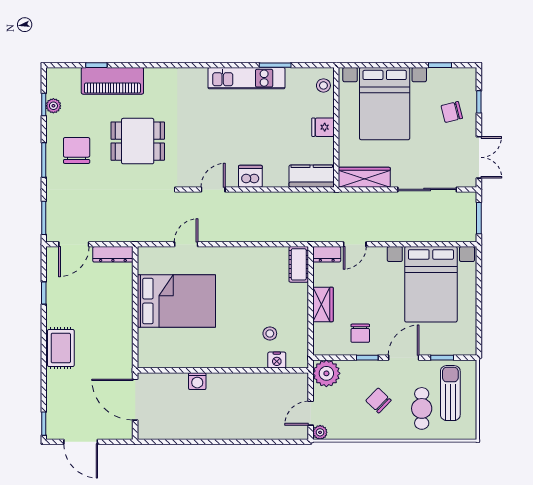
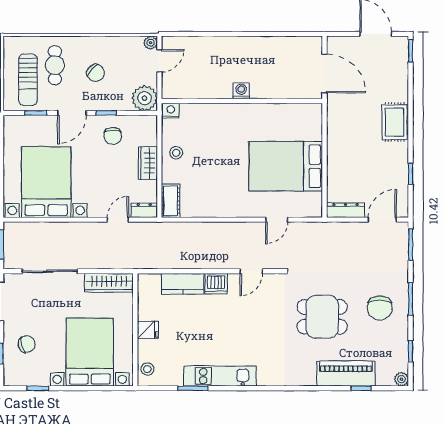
plant: (53, 106) -> (401, 379), moved
kitchen counter: (312, 176) -> (183, 284), moved
stool: (270, 333) -> (176, 153), moved
chair: (360, 333) -> (113, 136), turned 180
nightstand: (277, 360) -> (171, 111), moved
washing machine: (197, 381) -> (241, 91), moved

